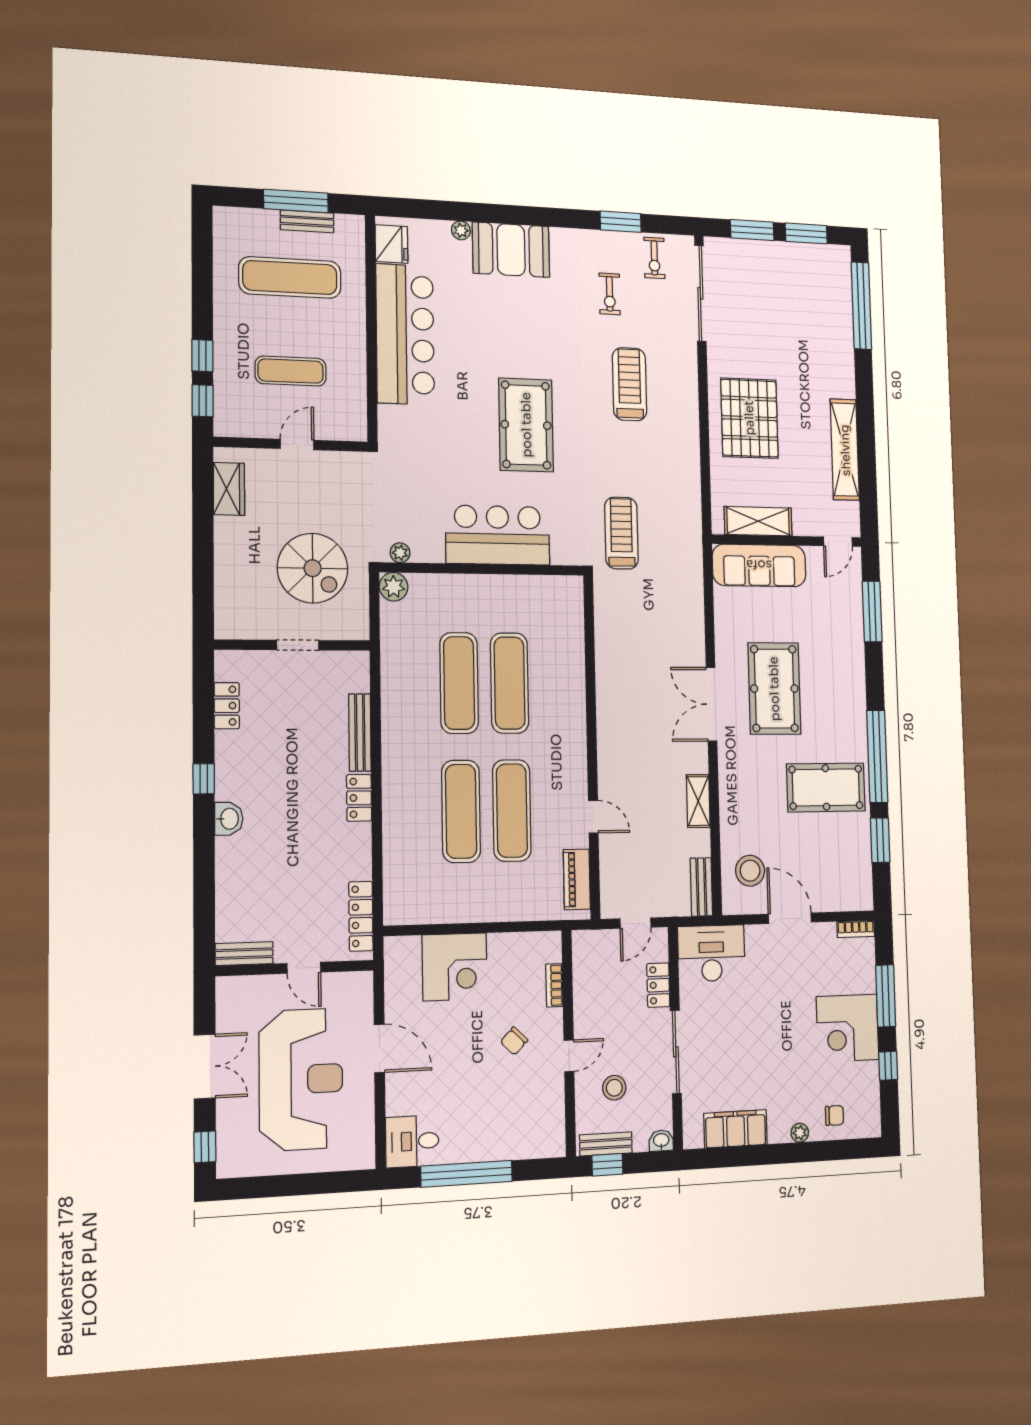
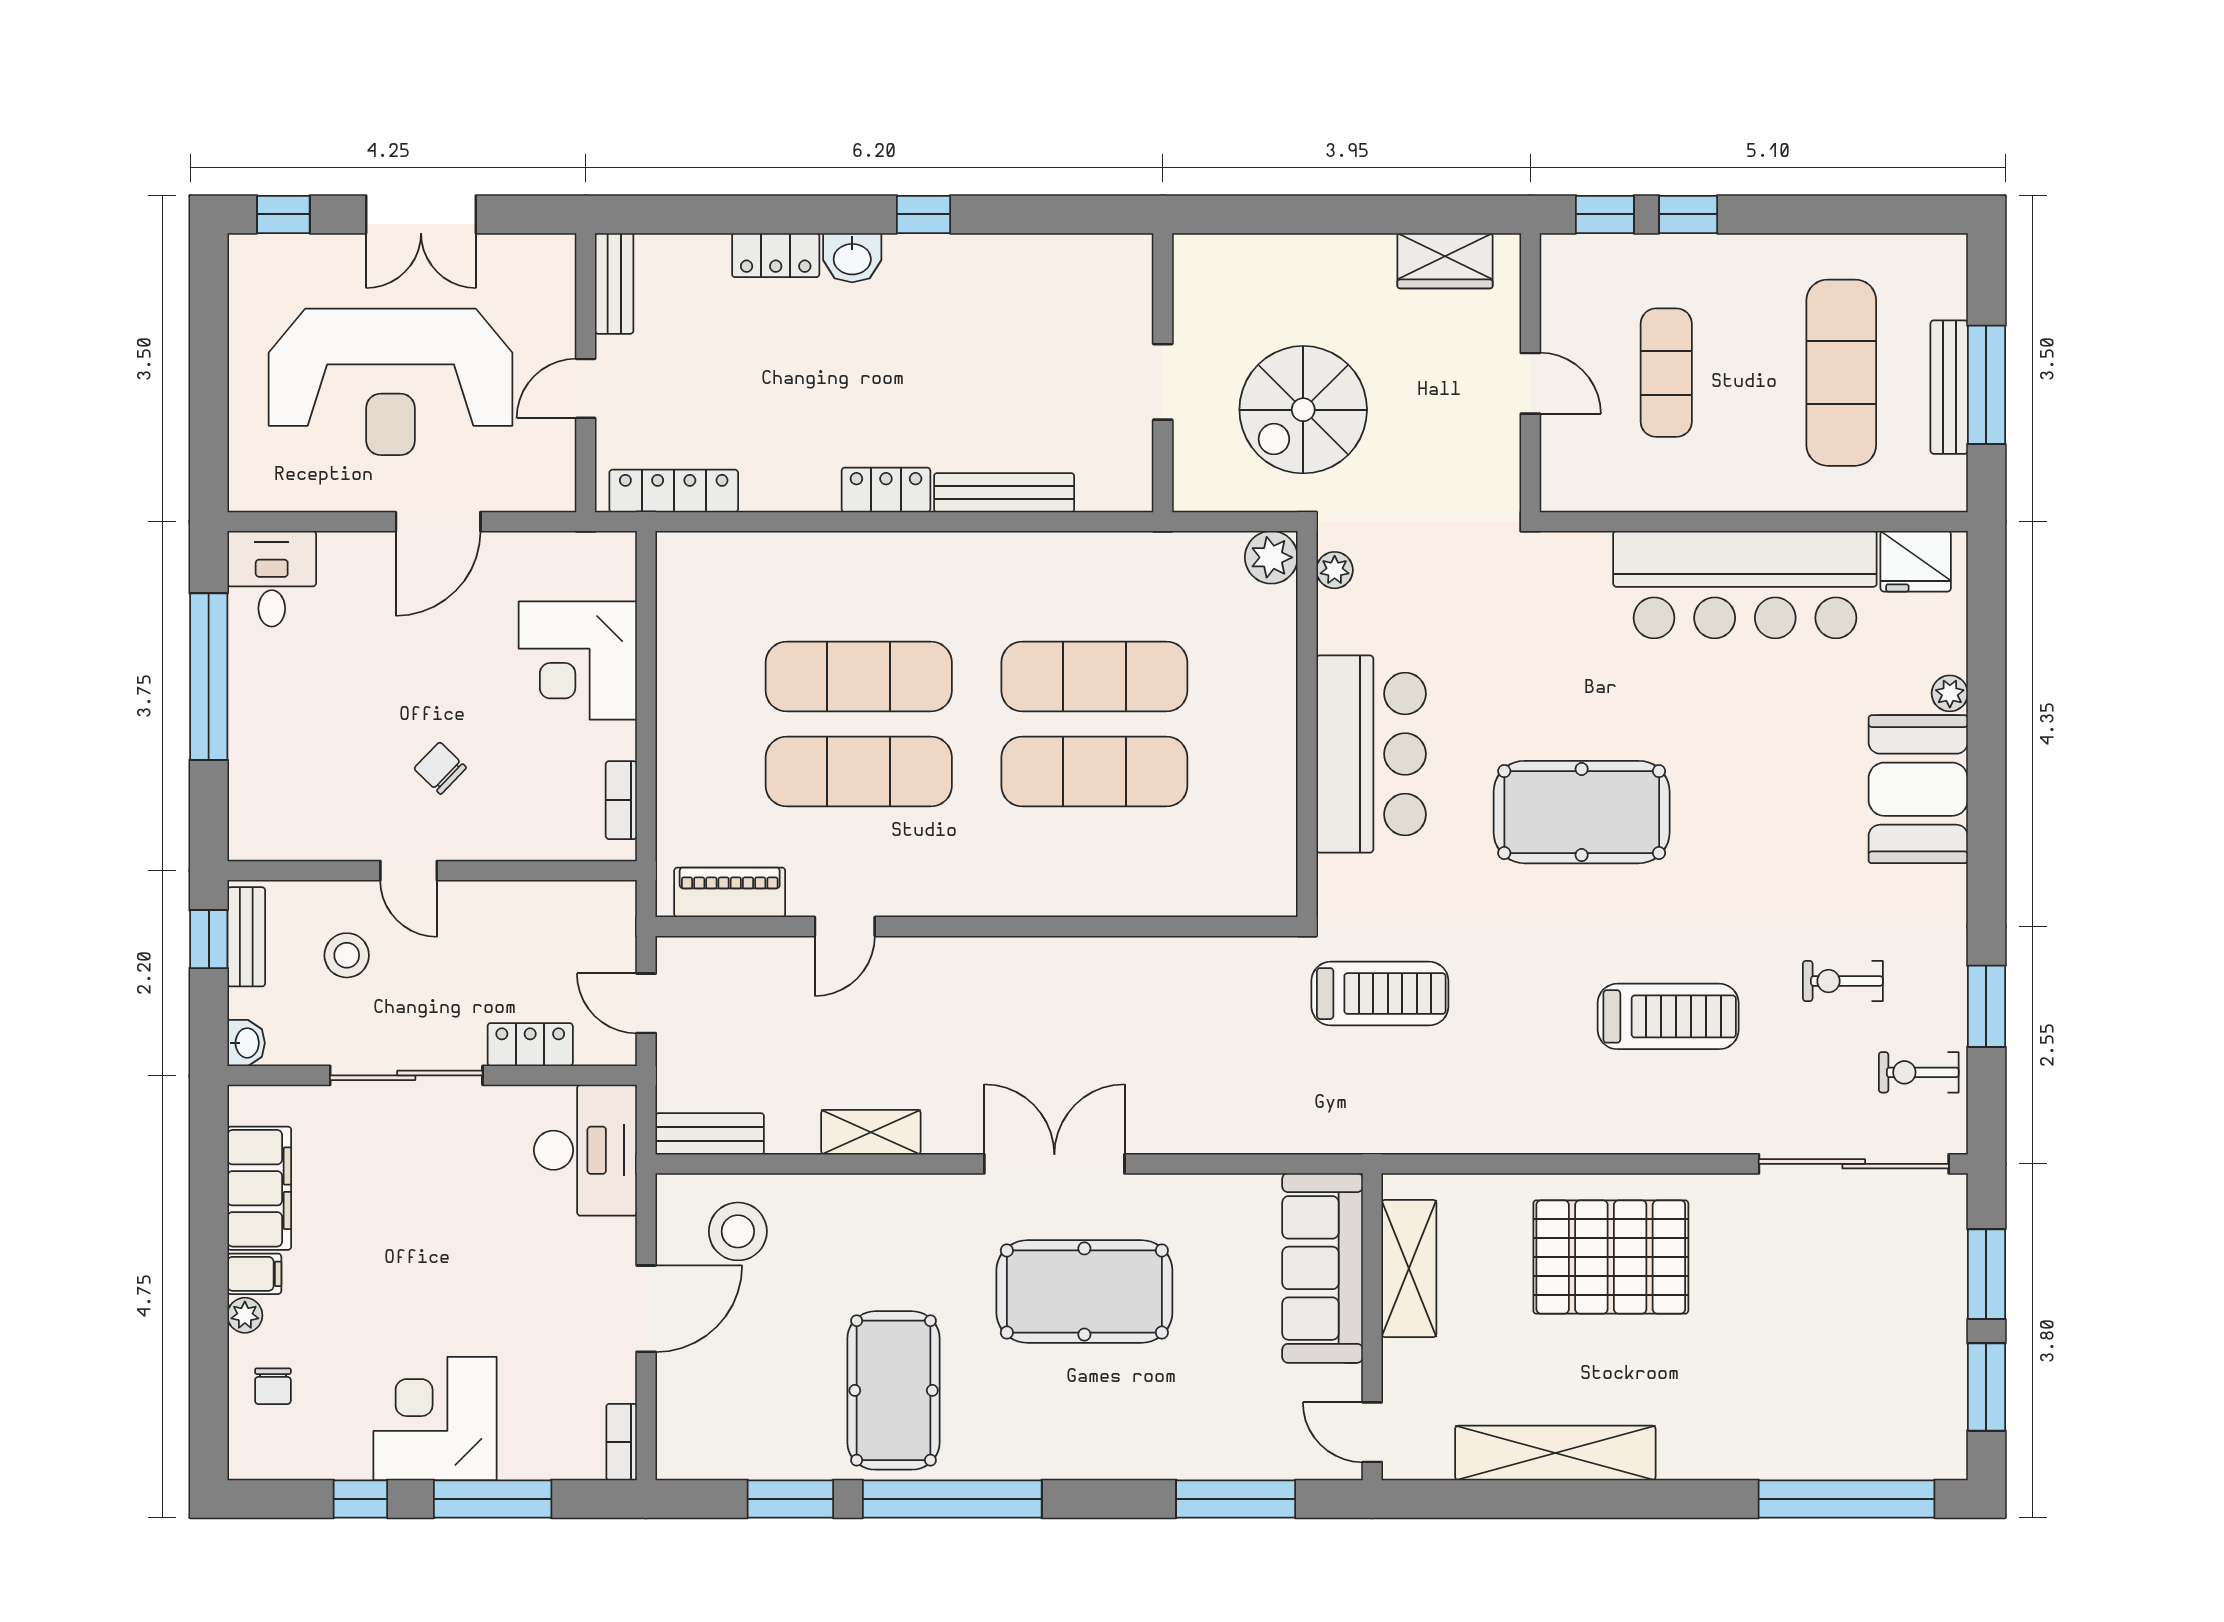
bench: (307, 221) -> (1949, 387), width x1.36
locker: (227, 706) -> (776, 255), moved
bookcase: (554, 985) -> (621, 800), moved, turned -90
filing cabinet: (779, 1129) -> (254, 1274), added

